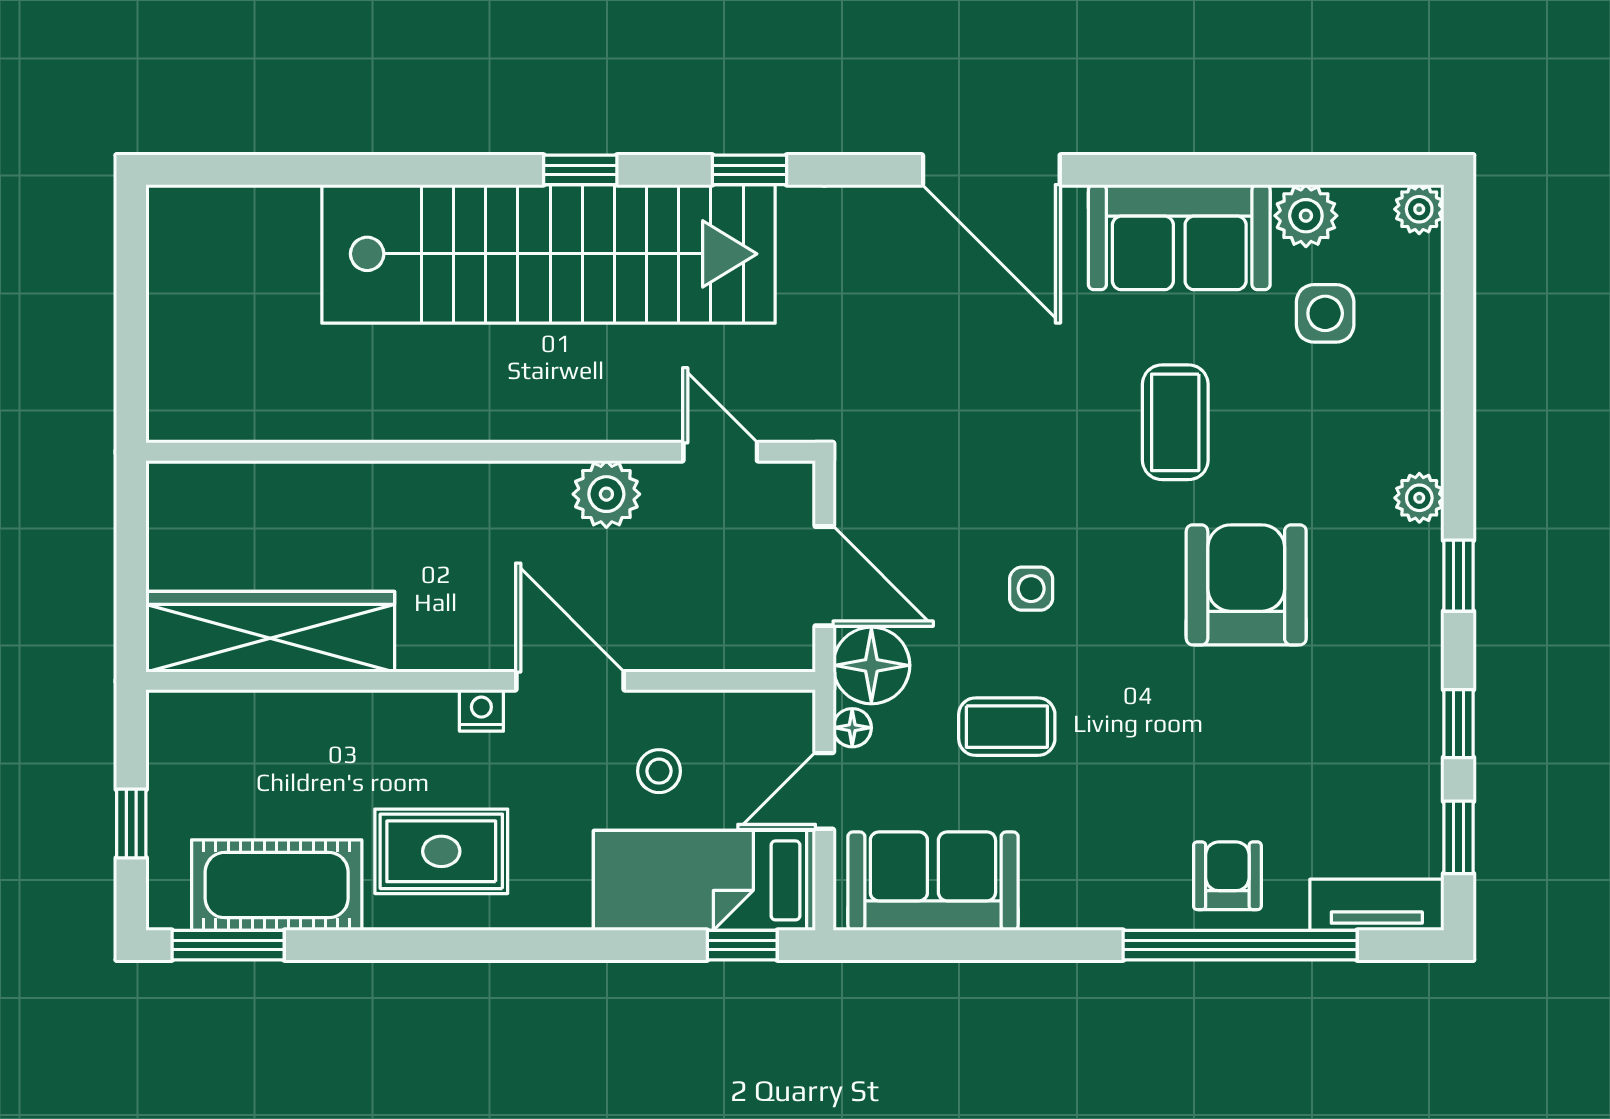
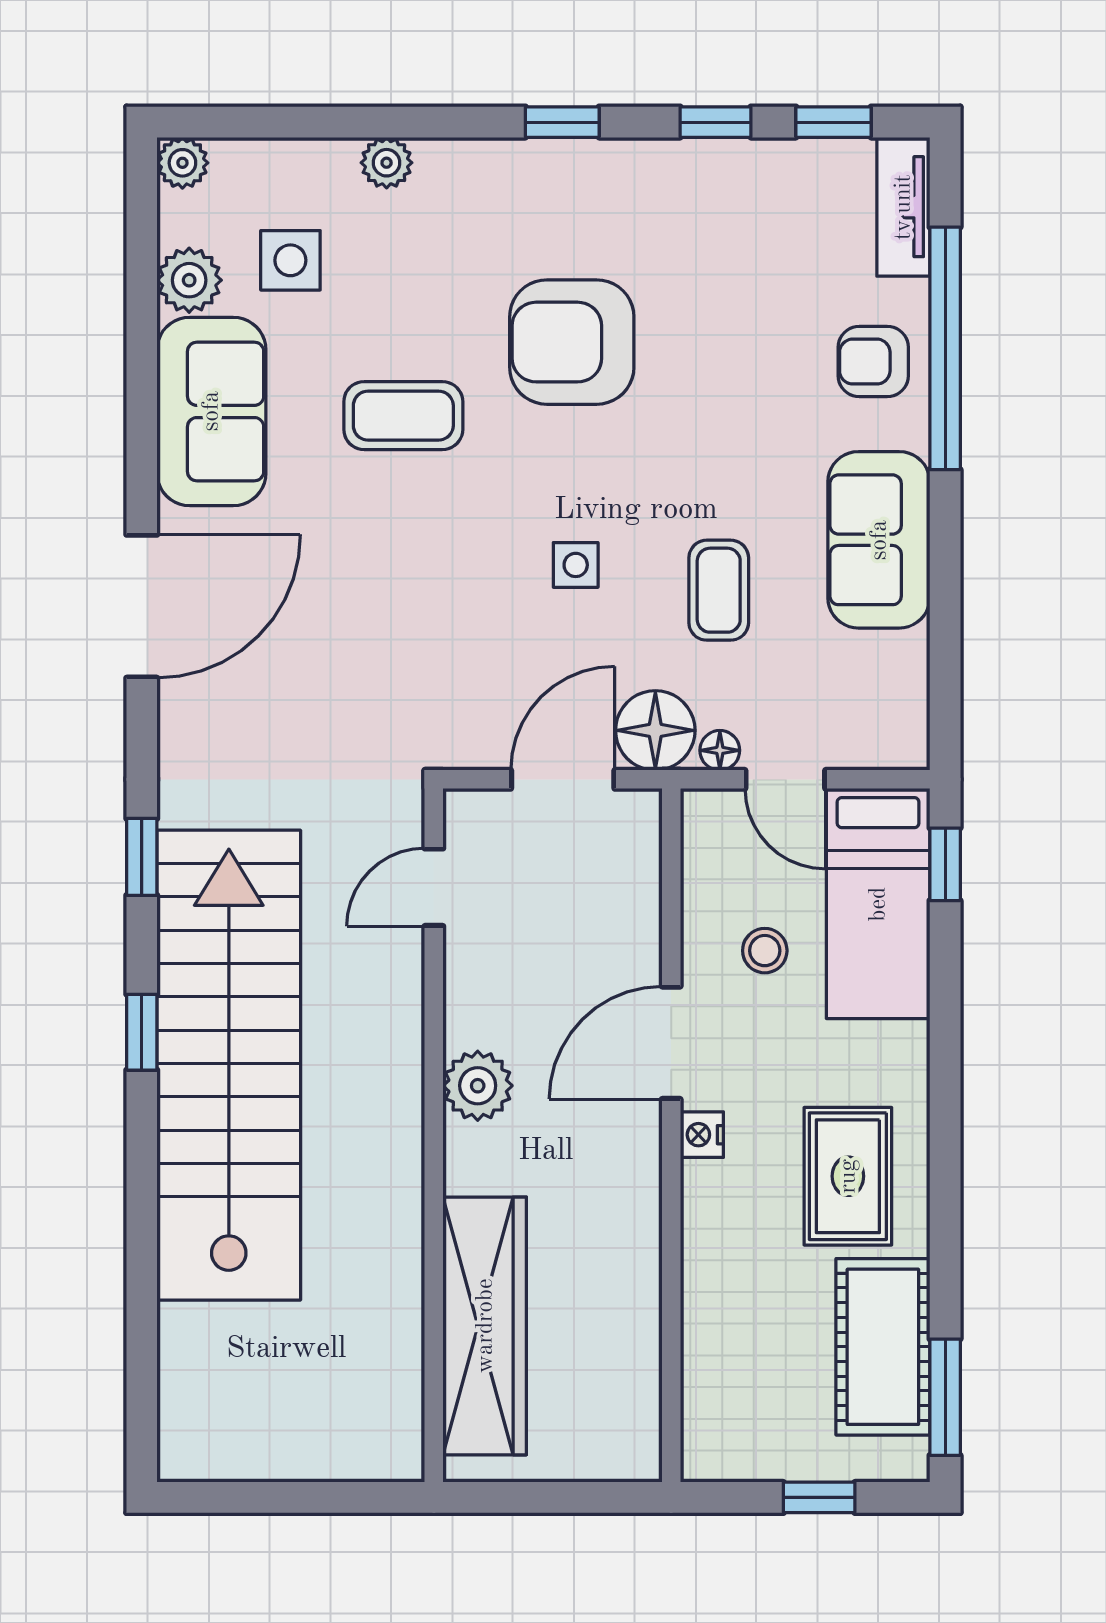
plant: (606, 494) -> (478, 1086), moved
plant: (1419, 498) -> (387, 163), moved
wardrobe: (270, 632) -> (485, 1326), moved, turned 180
sofa: (933, 881) -> (879, 540), moved

